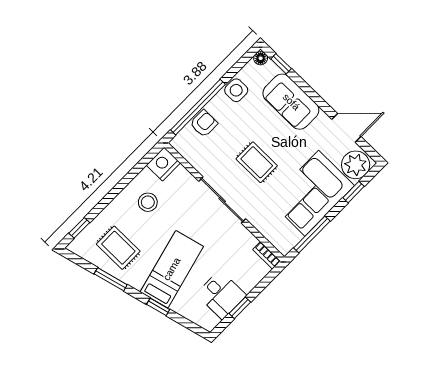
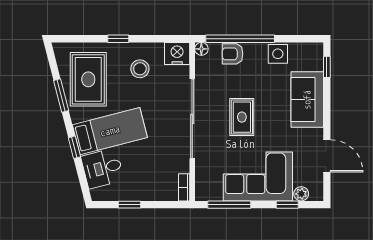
floor lamp: (261, 58) -> (201, 49), moved
armchair: (204, 124) -> (233, 54), turned 180
plant: (356, 165) -> (301, 194), width x0.53, depth x0.53
sliding door: (222, 200) -> (192, 119), width x1.36
window: (79, 228) -> (118, 39), moved
rug: (118, 248) -> (88, 79), width x1.36, depth x1.43
desk: (221, 295) -> (102, 168), moved, turned 76

